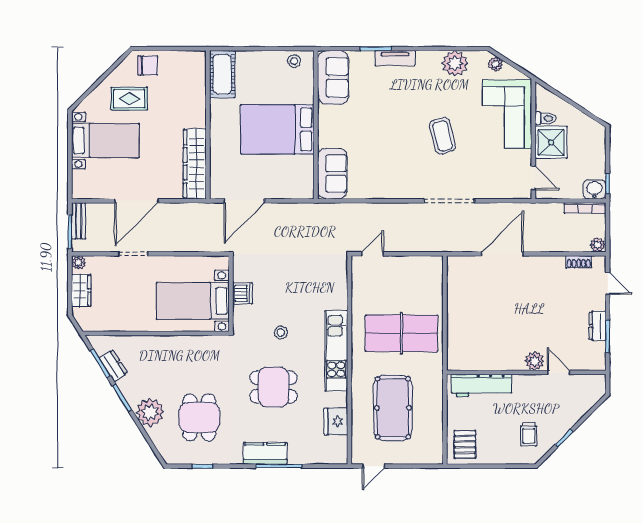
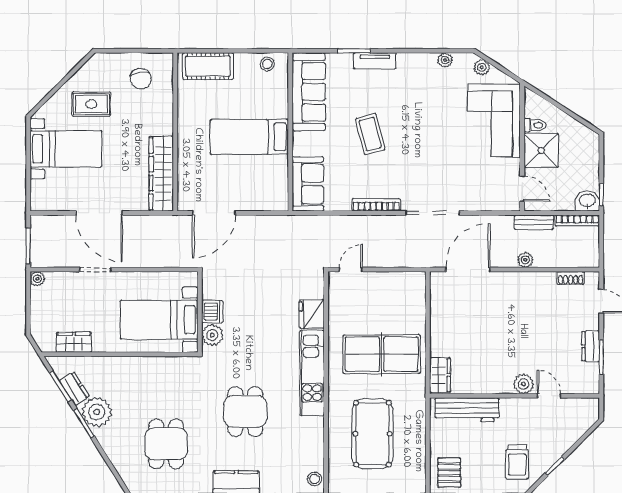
plant: (455, 63) -> (445, 60), width x0.53, depth x0.53
chair: (148, 66) -> (141, 79), moved, turned 82
cot: (222, 74) -> (208, 66), moved, turned 90
sofa: (333, 77) -> (309, 92), width x1.36
bed: (277, 129) -> (249, 137), width x0.67
coffee table: (442, 136) -> (370, 134), moved
bookcase: (396, 193) -> (376, 205), added
door: (136, 201) -> (99, 213), hinge flipped
bench: (79, 221) -> (534, 222), moved, turned 90
plant: (597, 245) -> (525, 260), moved
door: (502, 254) -> (468, 270), moved
wardrobe: (81, 290) -> (74, 342), moved, turned -90
plant: (243, 315) -> (212, 335), added
stool: (281, 332) -> (314, 479), moved
wardrobe: (456, 353) -> (440, 375), added
dining table: (274, 387) -> (245, 412), turned 90
plant: (150, 412) -> (97, 412), moved
fridge: (336, 421) -> (312, 314), moved
trolley: (529, 434) -> (517, 462), width x1.36, depth x1.39

